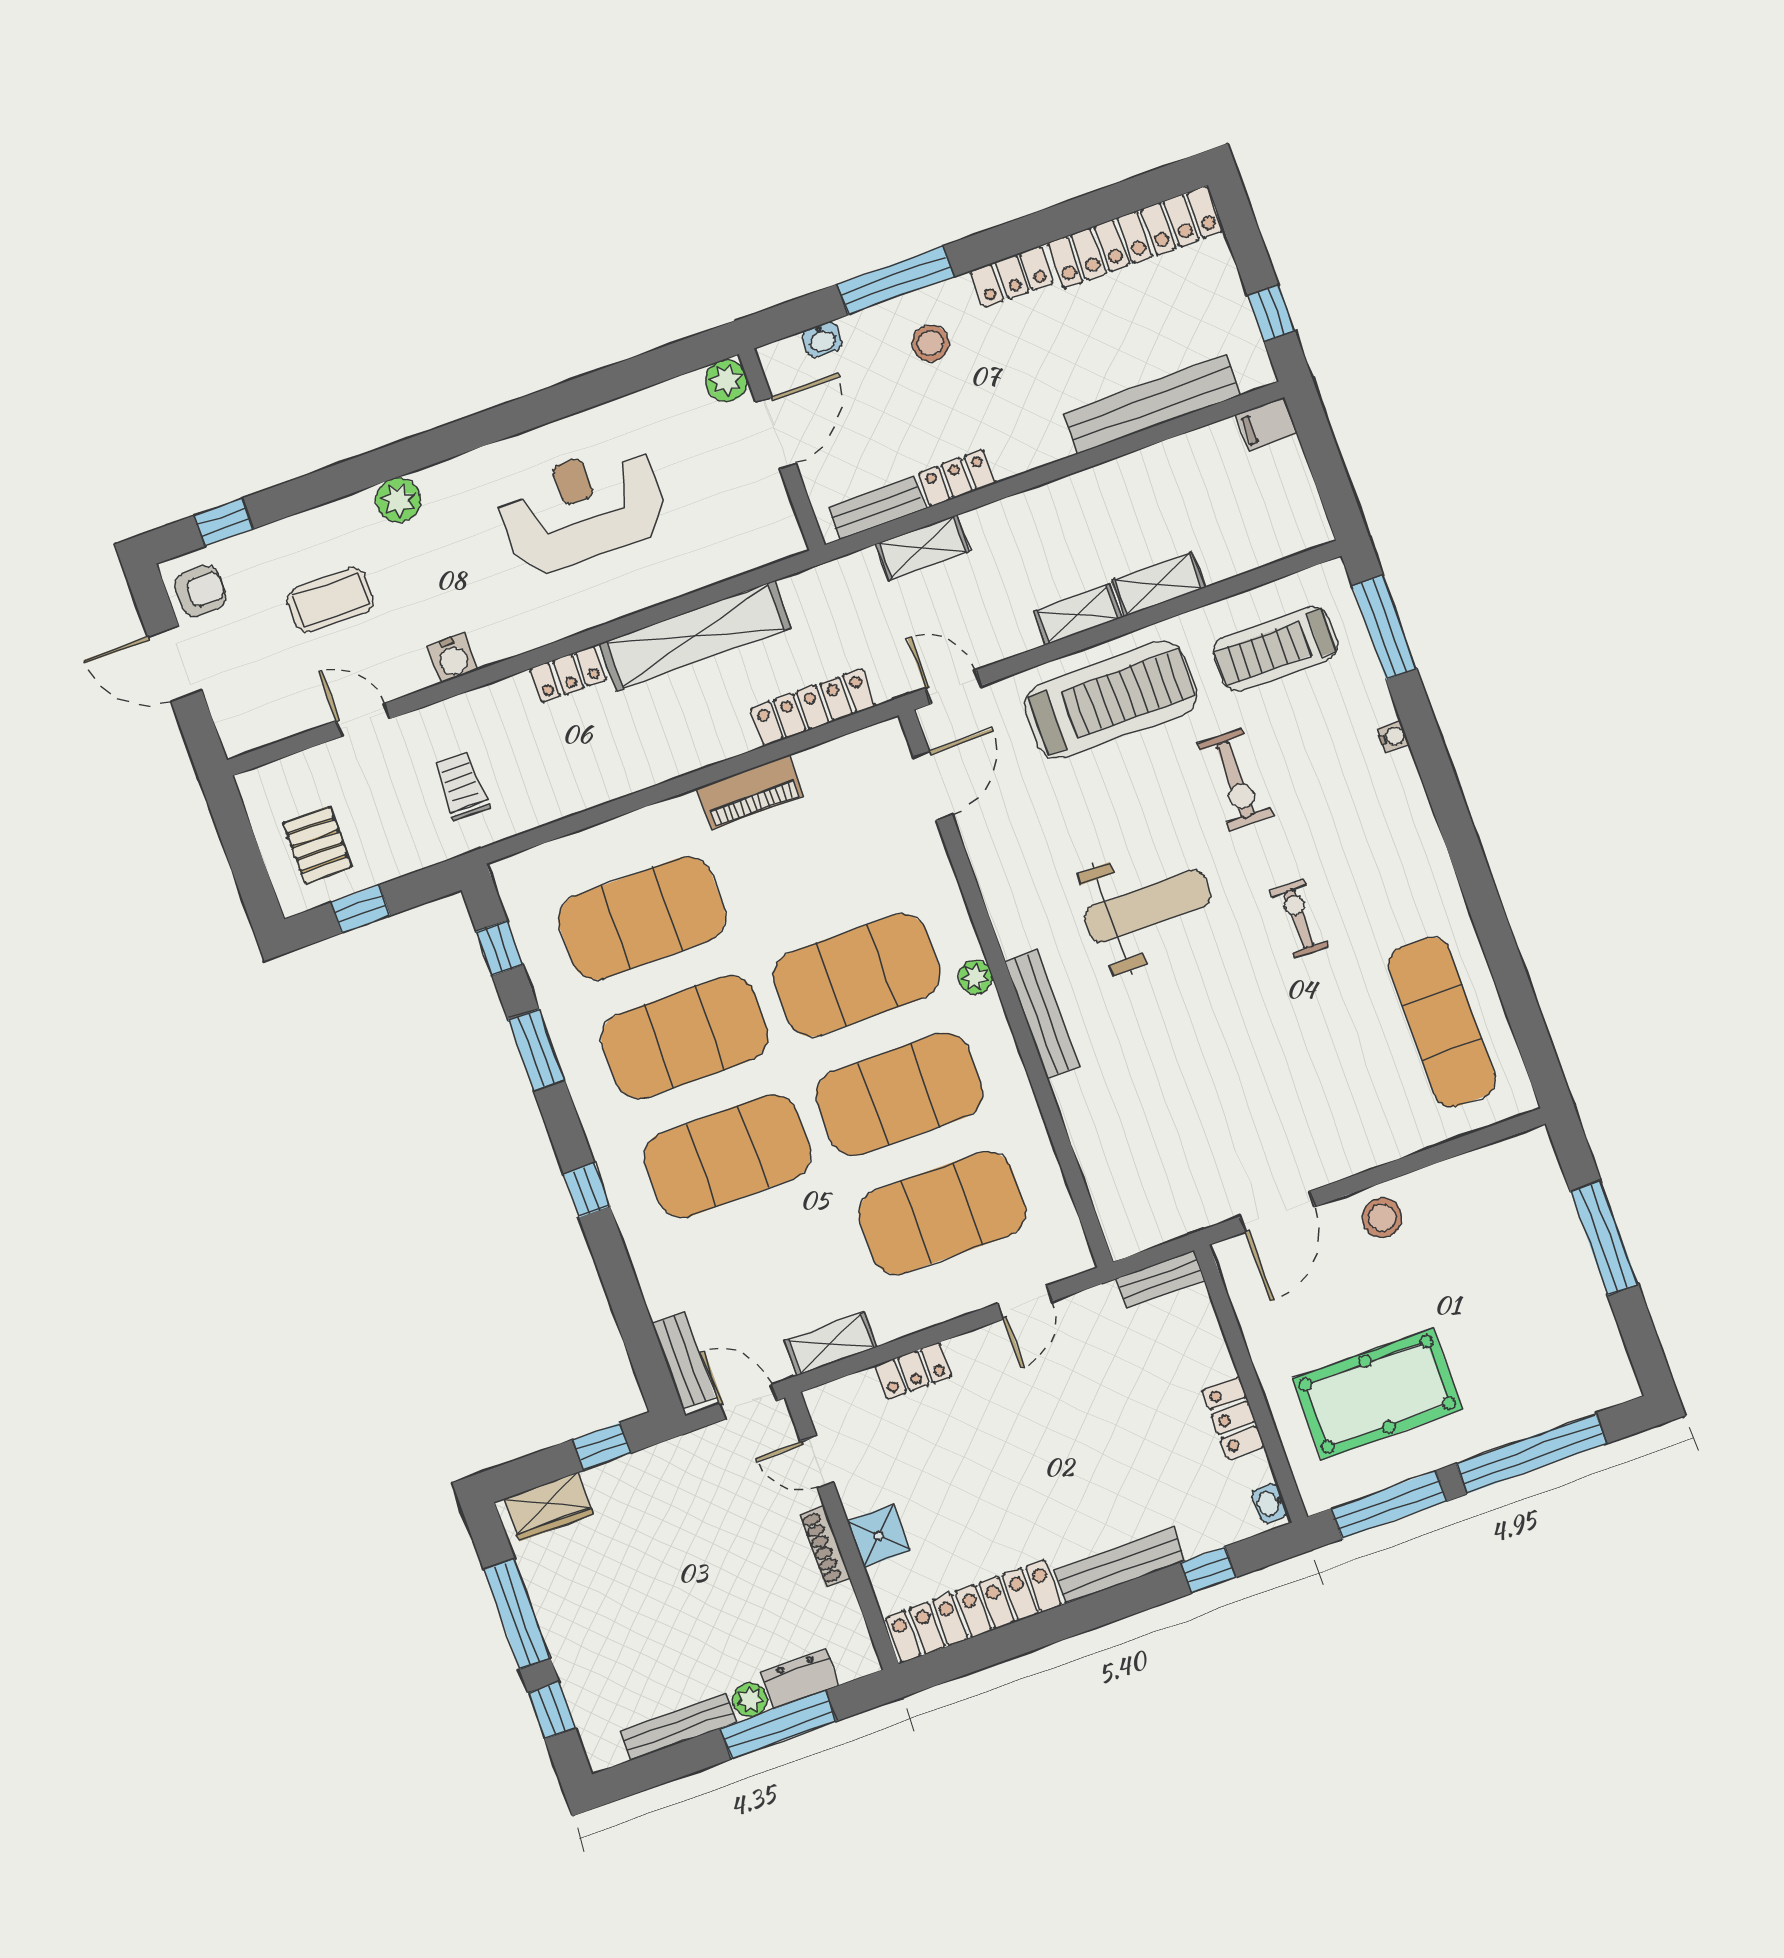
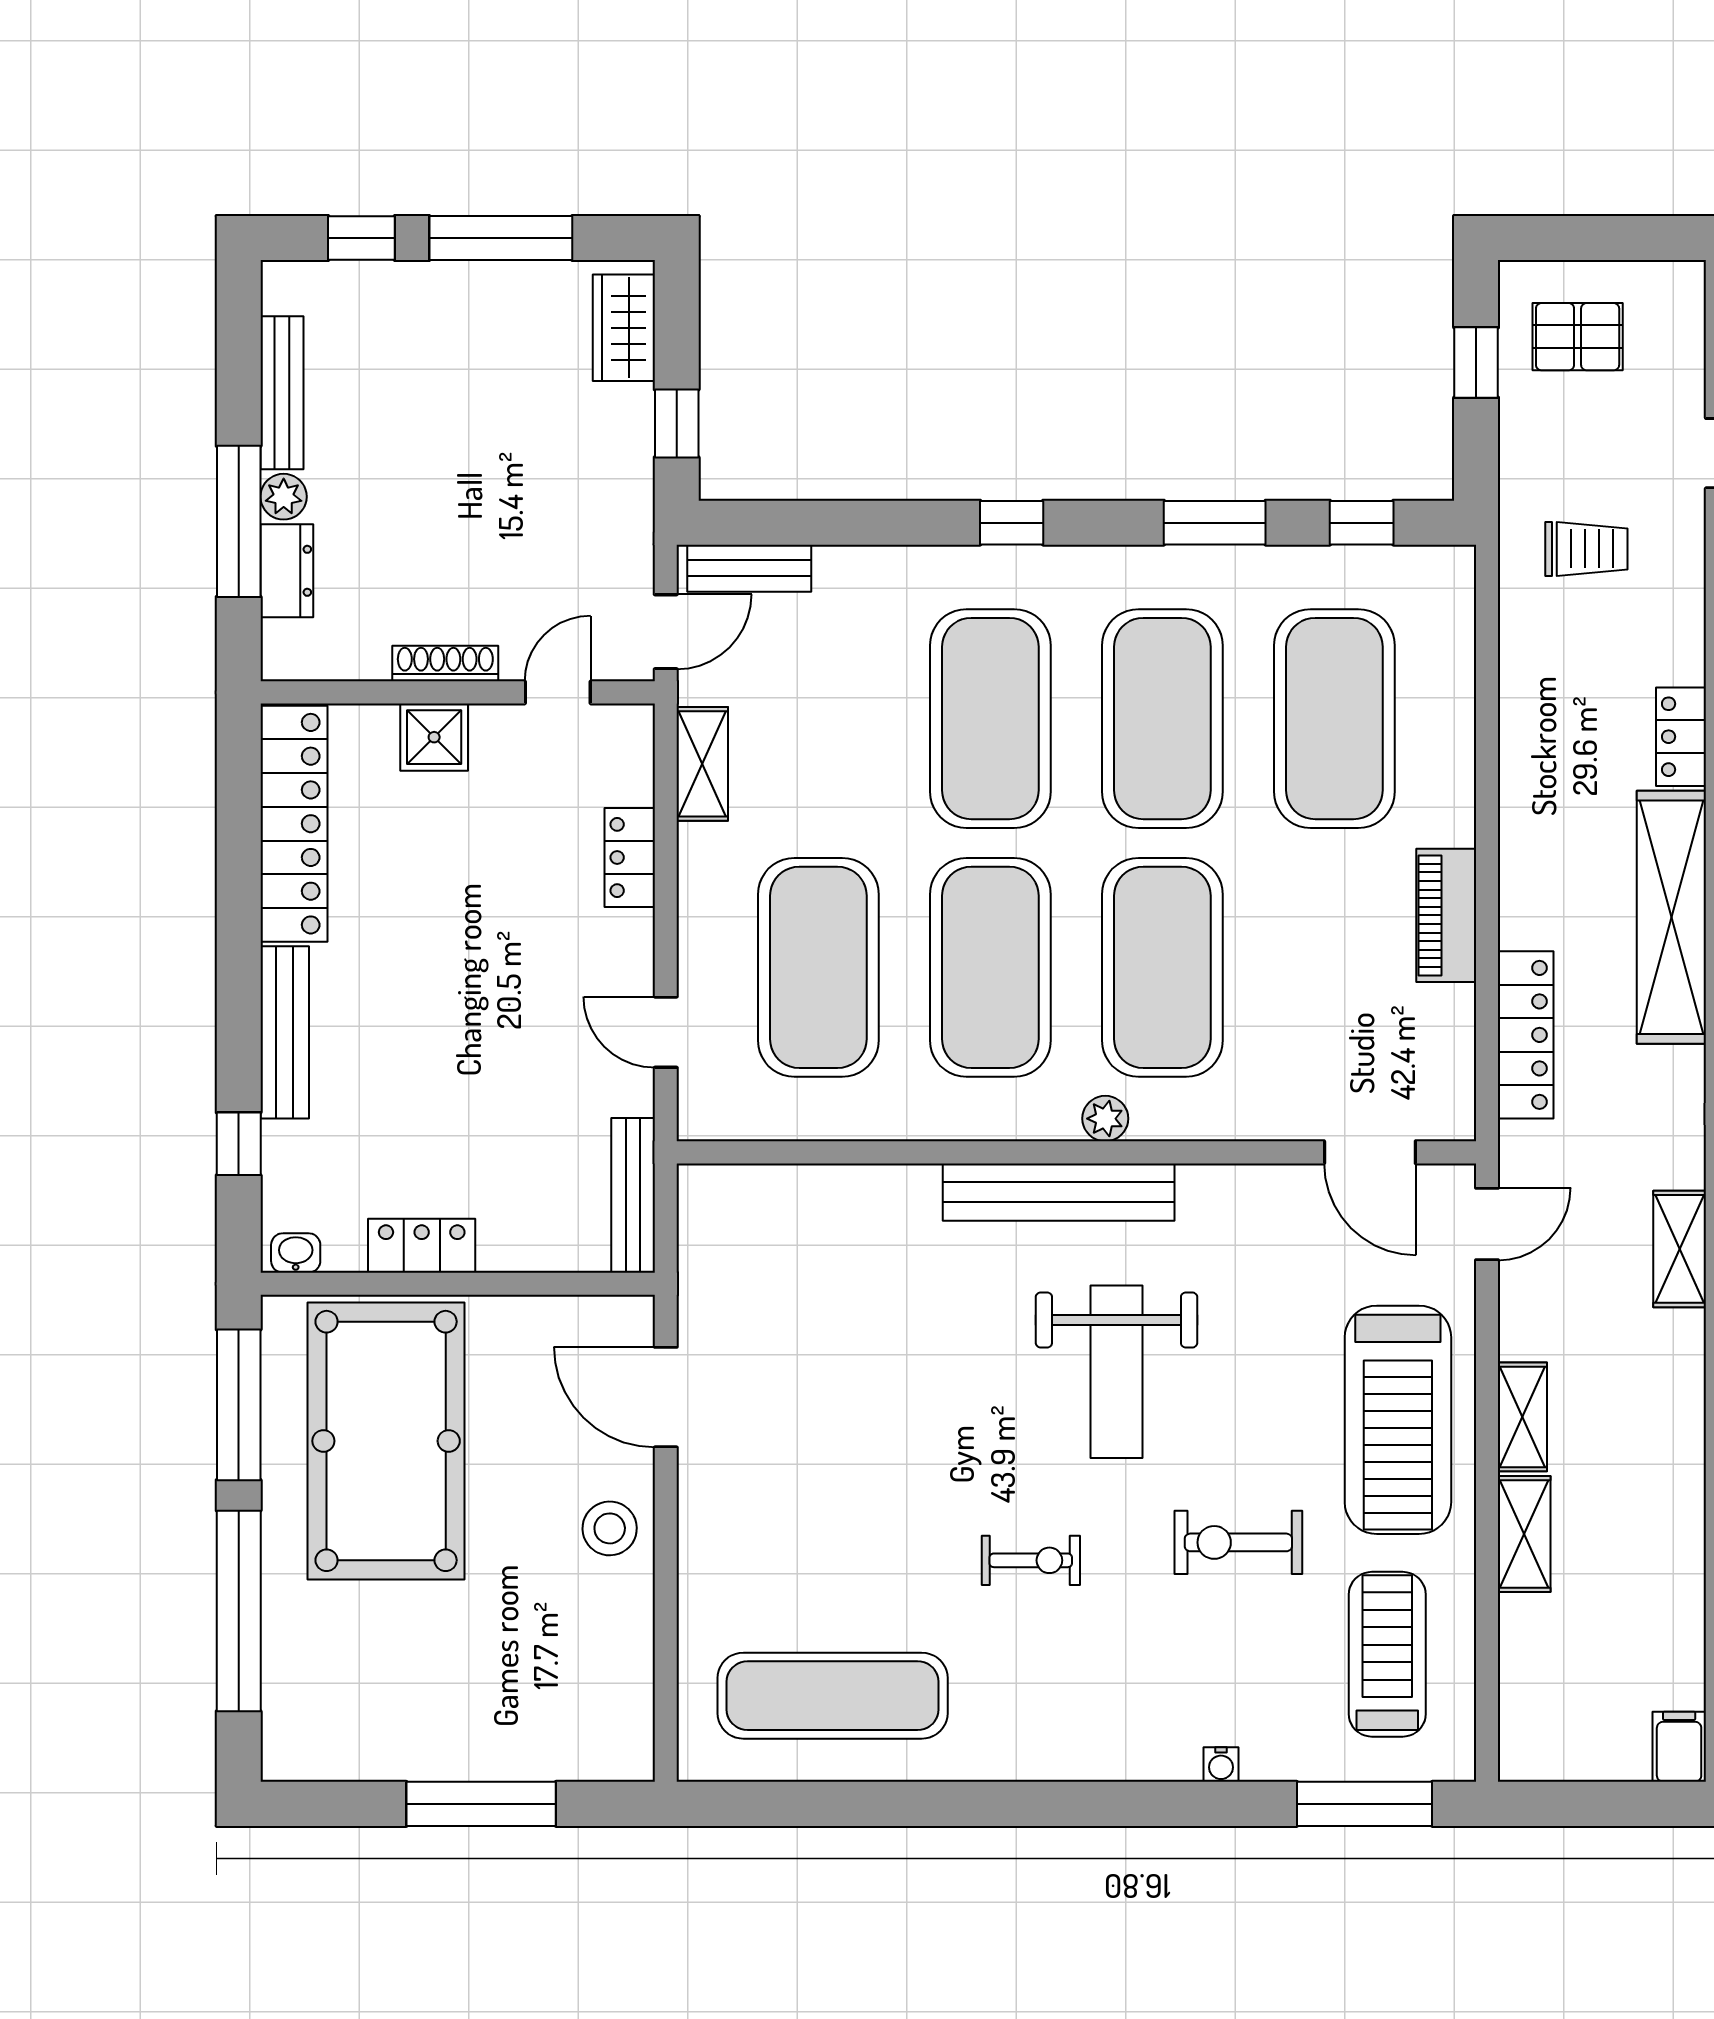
bench: (1042, 1014) -> (1059, 1192), width x1.37, depth x1.21
bench: (1160, 1279) -> (633, 1195), width x1.36
pool table: (1377, 1394) -> (386, 1441), width x1.36, depth x1.32

